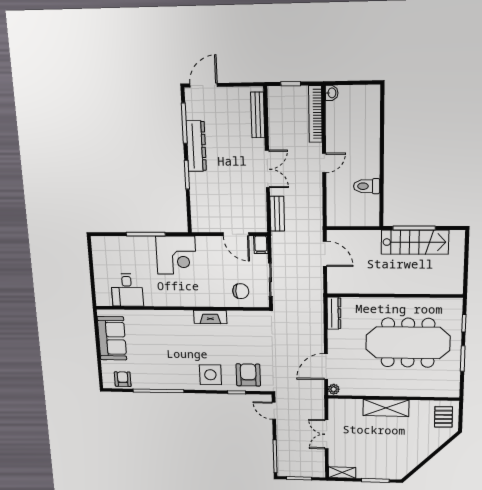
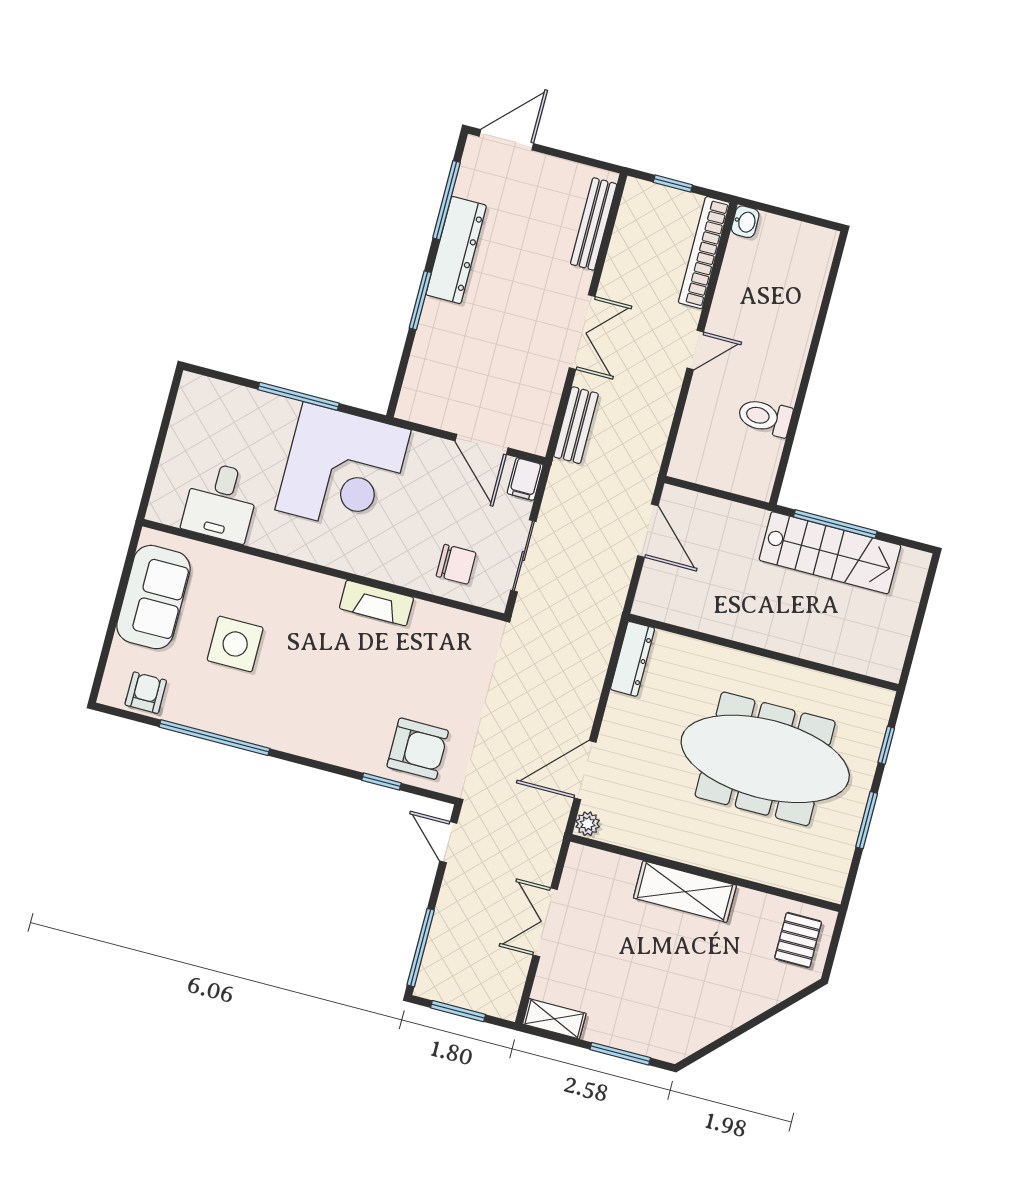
corner desk: (176, 255) -> (343, 470), width x1.36, depth x1.36
side table: (210, 375) -> (235, 644), moved
armchair: (248, 375) -> (418, 749), turned 90

